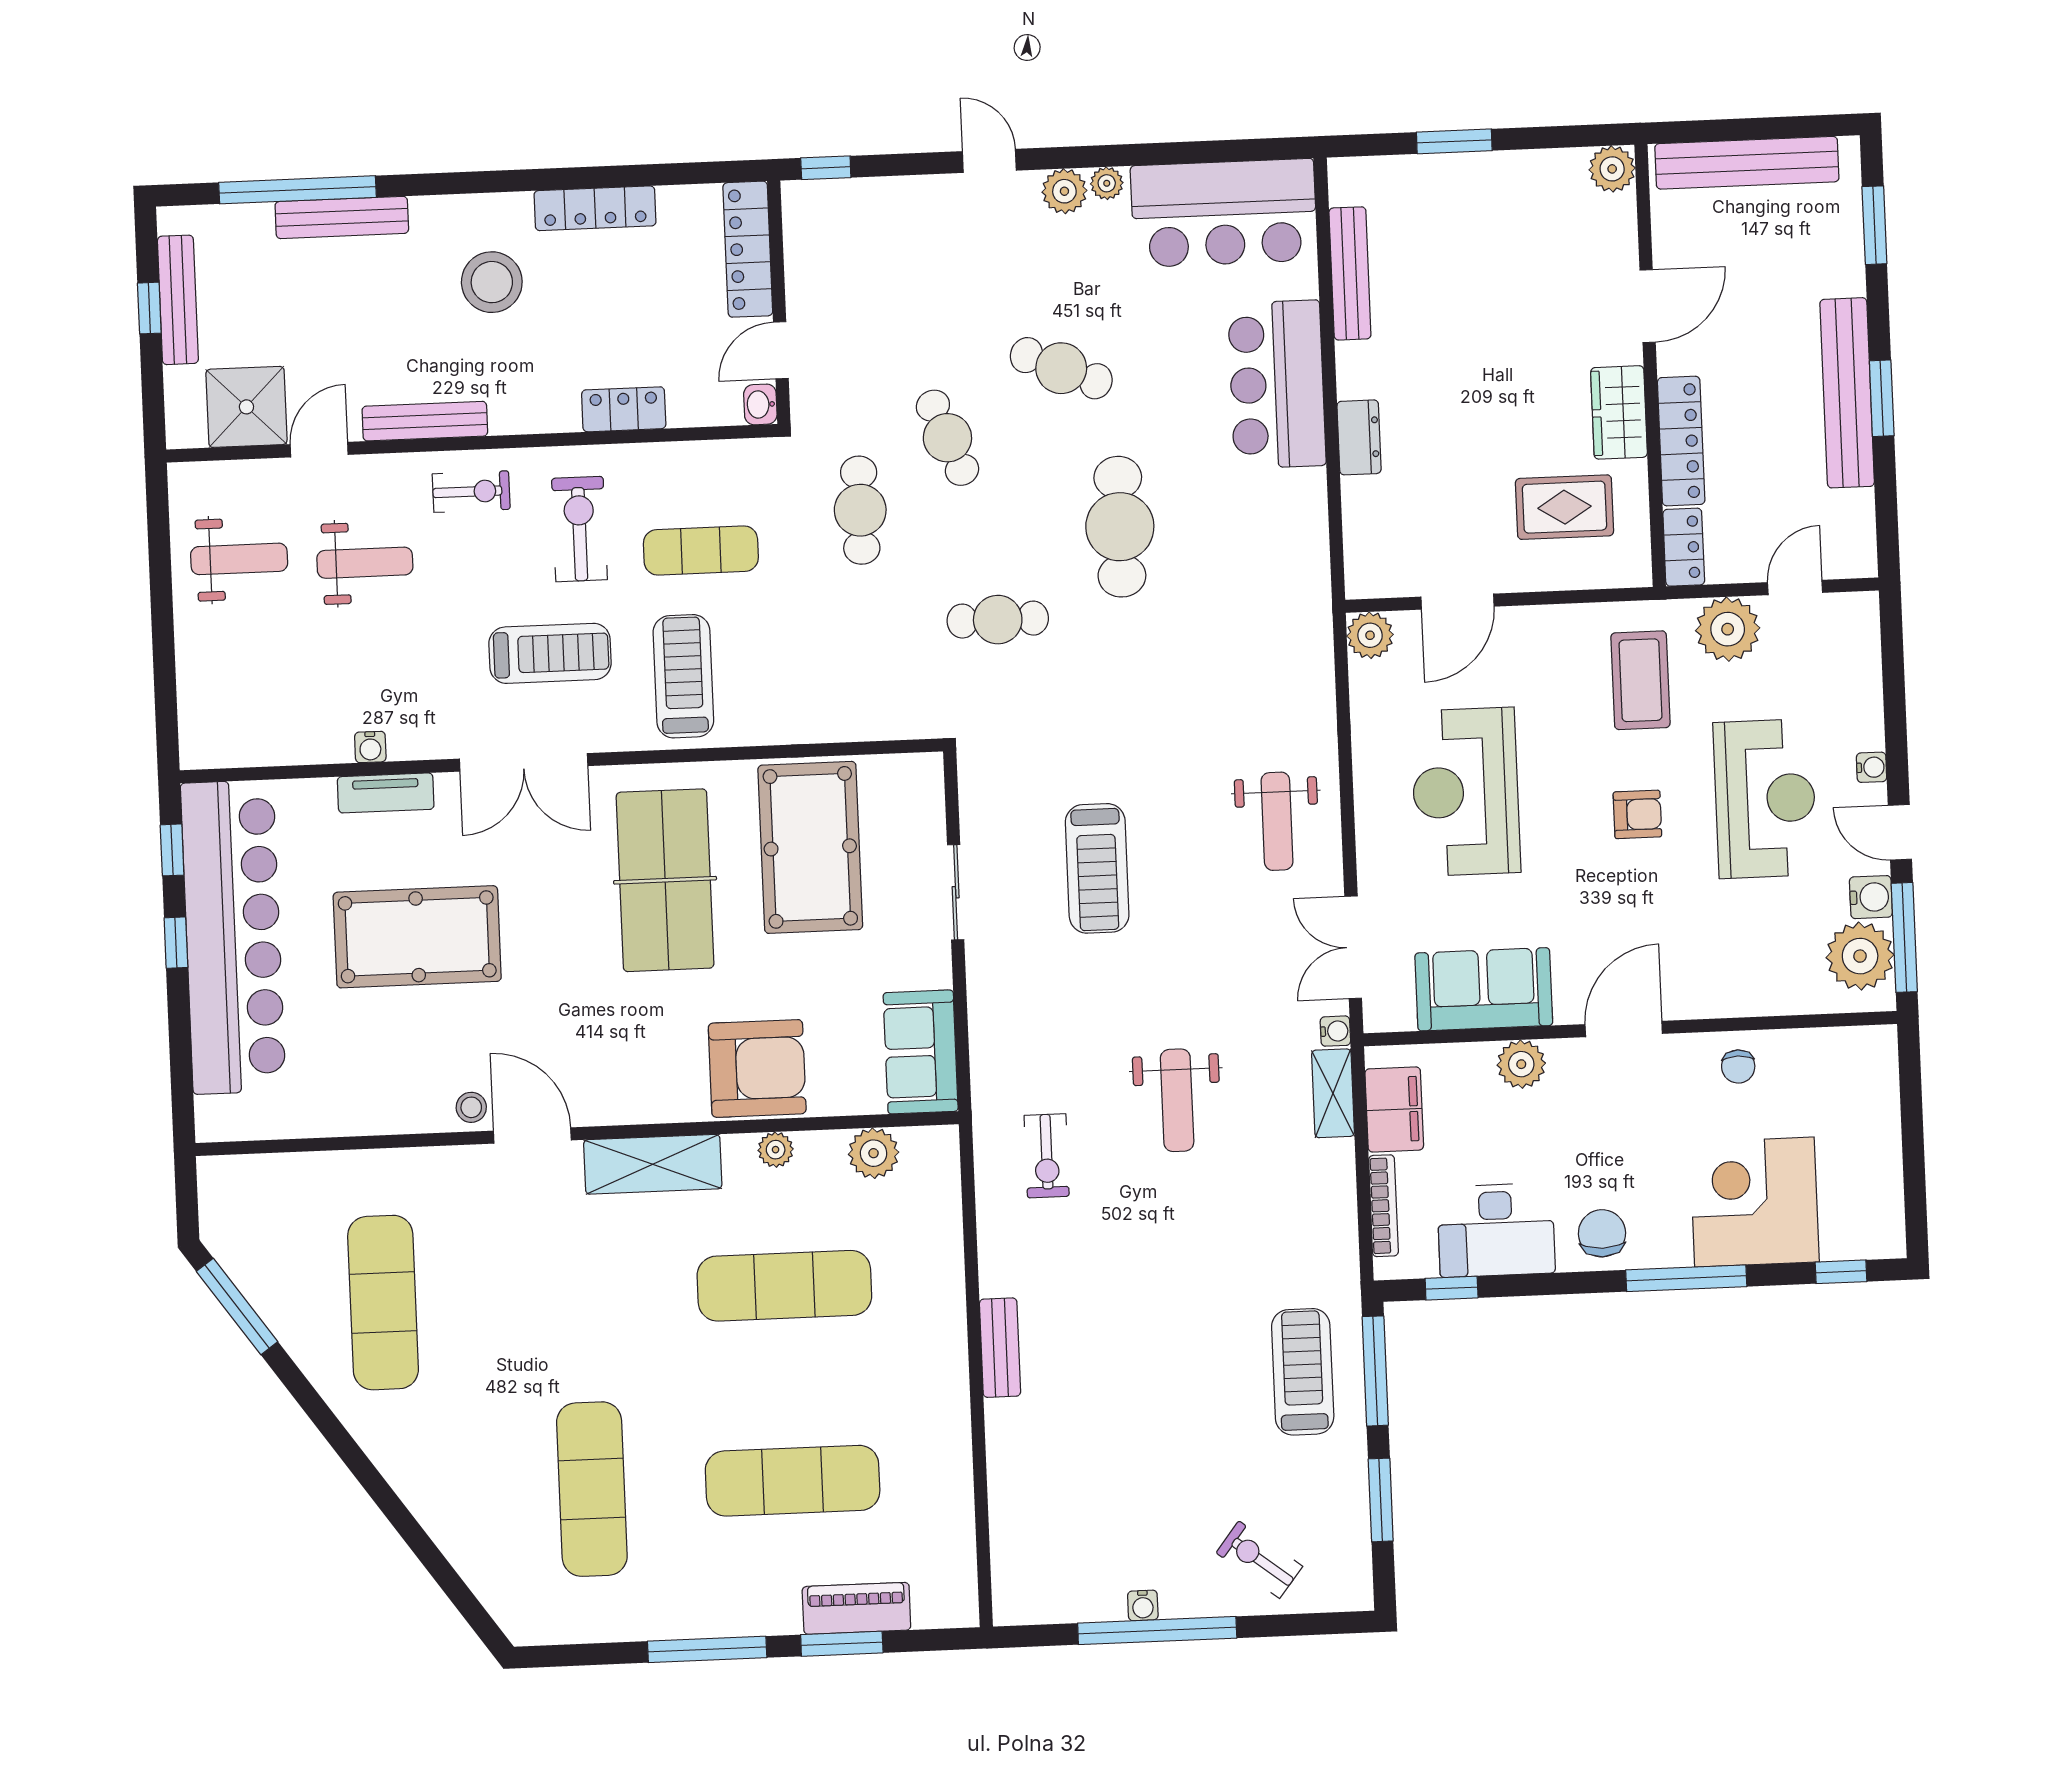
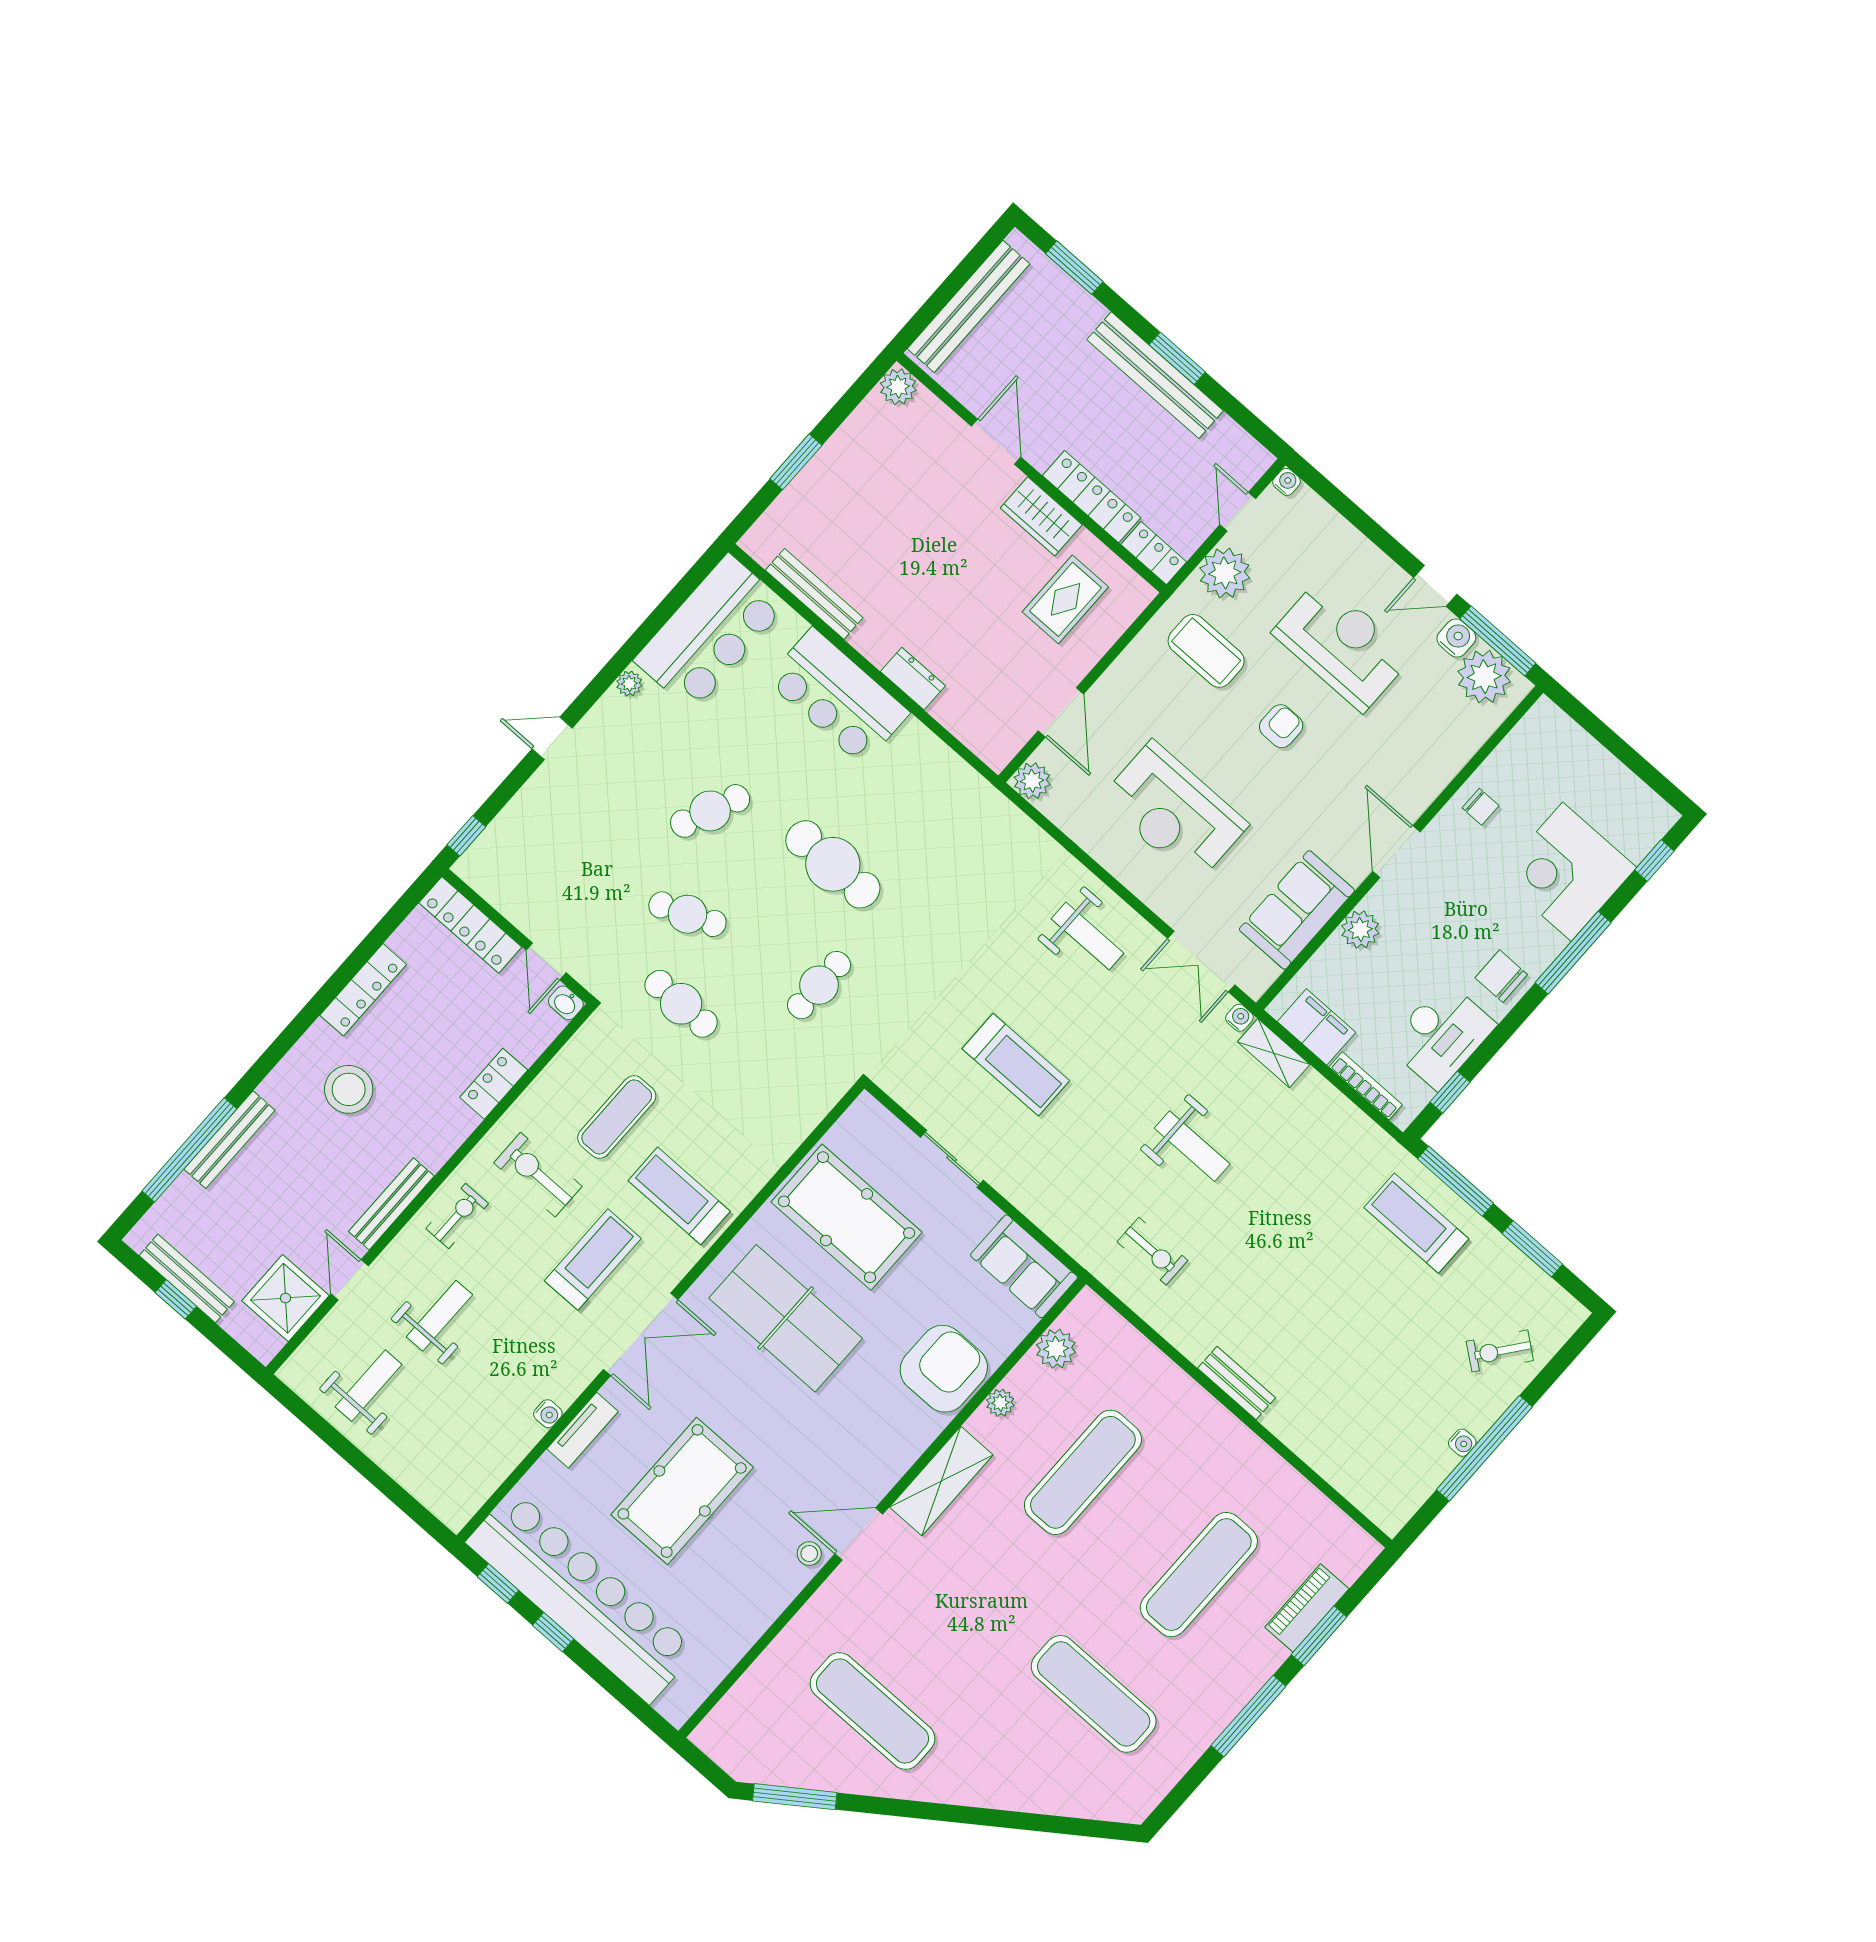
plant: (1064, 191) -> (611, 712), removed
water cooler: (1872, 767) -> (1287, 482), moved

